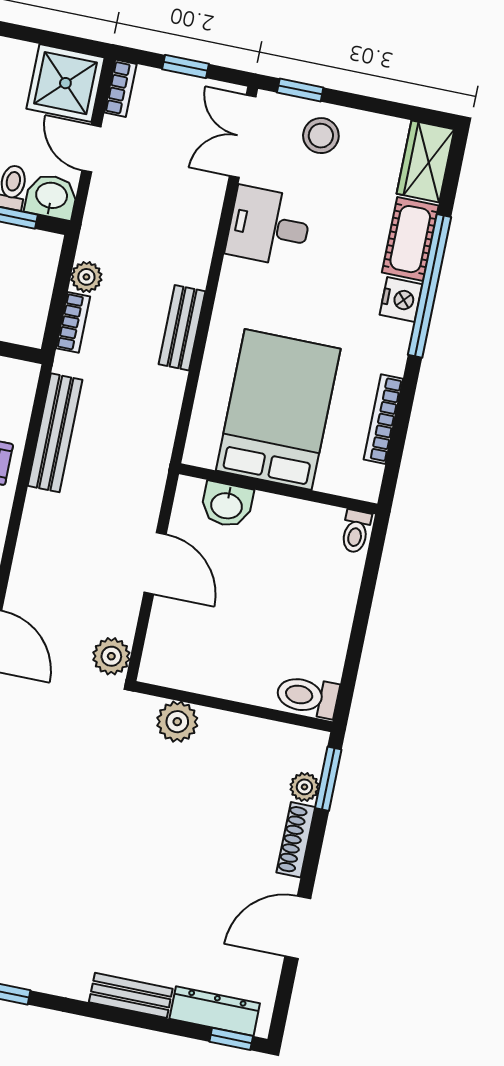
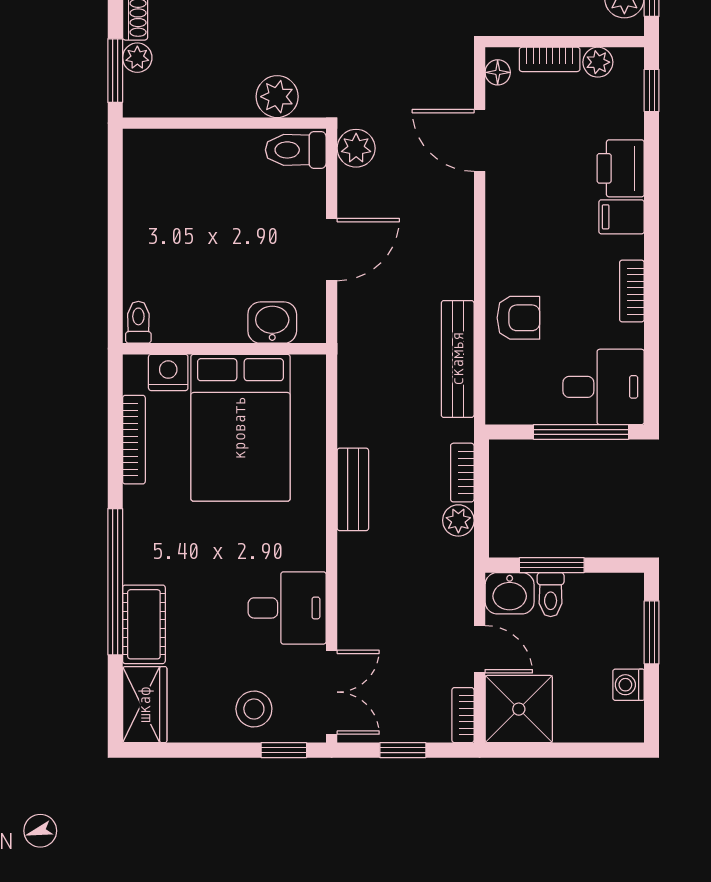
nightstand: (401, 299) -> (168, 372), moved, turned 90
door: (155, 563) -> (332, 250), swing flipped
toilet: (307, 696) -> (296, 150), moved, turned 180

